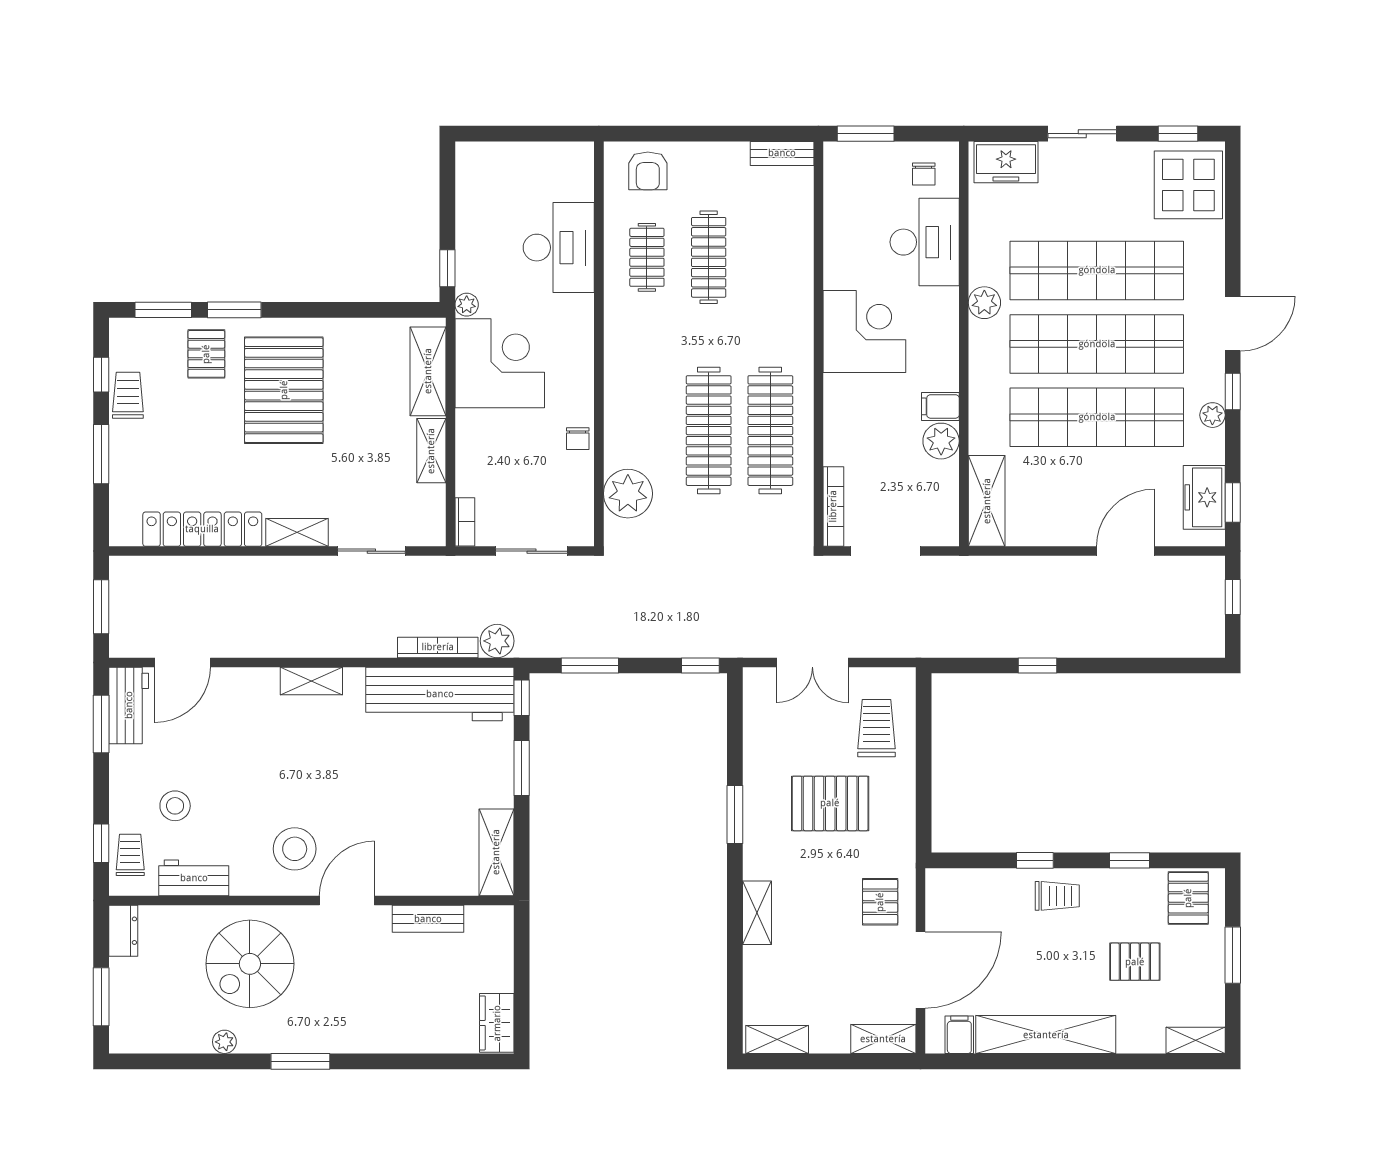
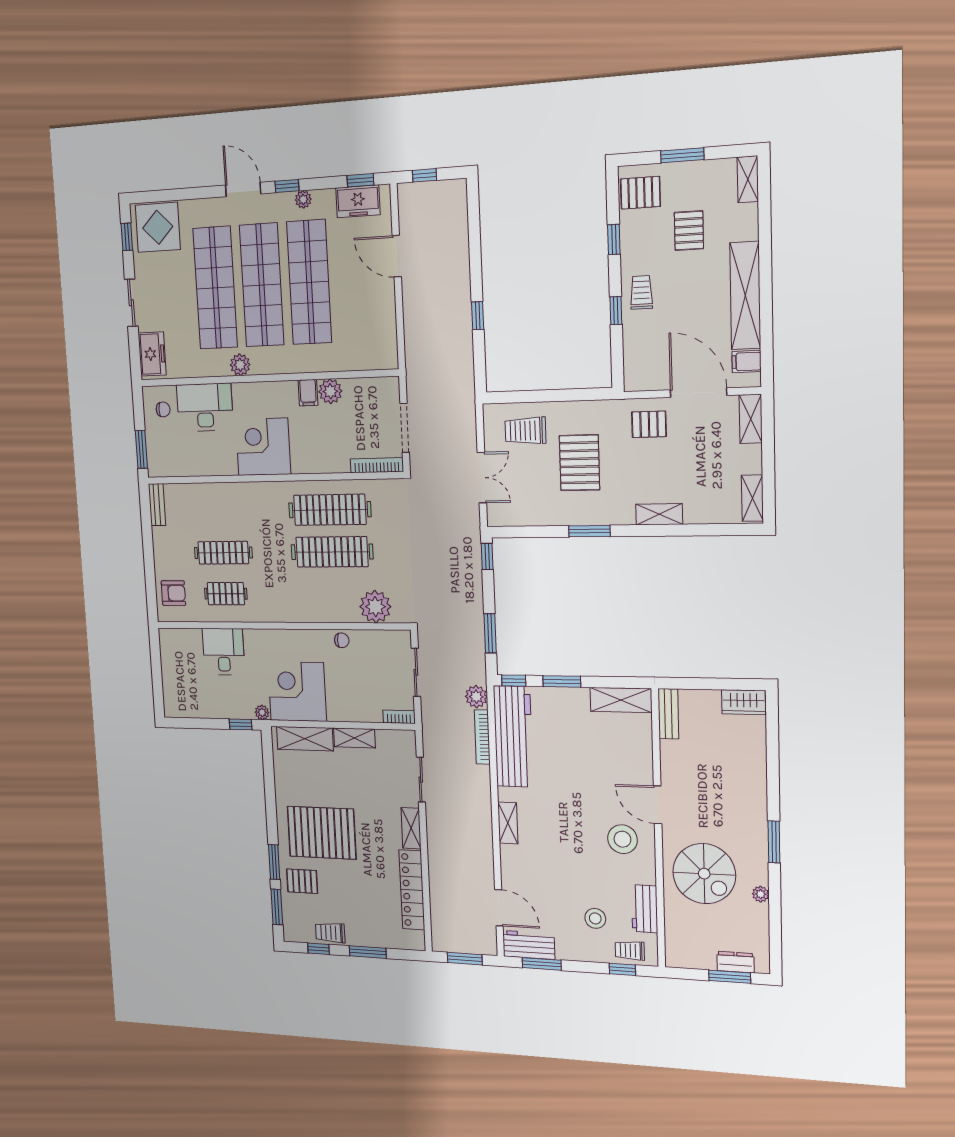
desk: (559, 248) -> (224, 652), width x0.73
shelving: (987, 501) -> (368, 358), removed
bench: (428, 919) -> (668, 714), moved
dresser: (123, 931) -> (736, 962), moved

